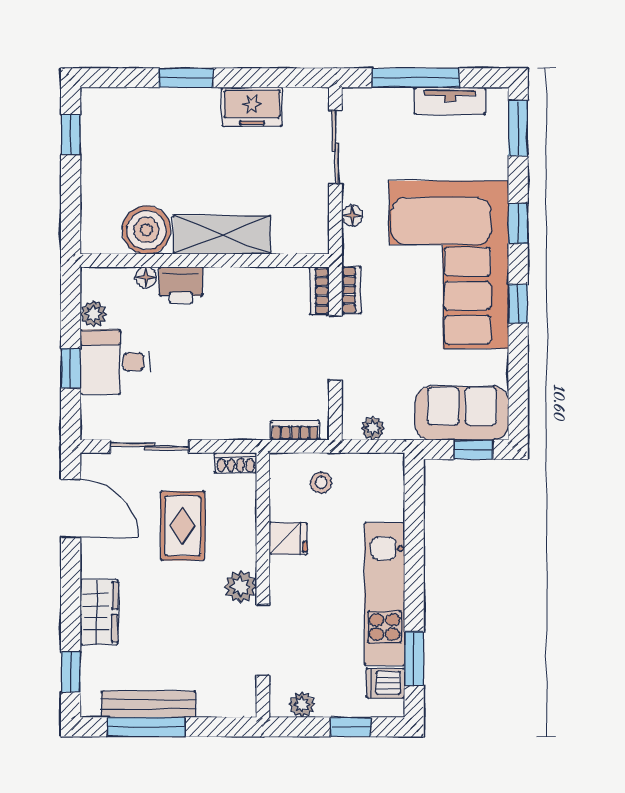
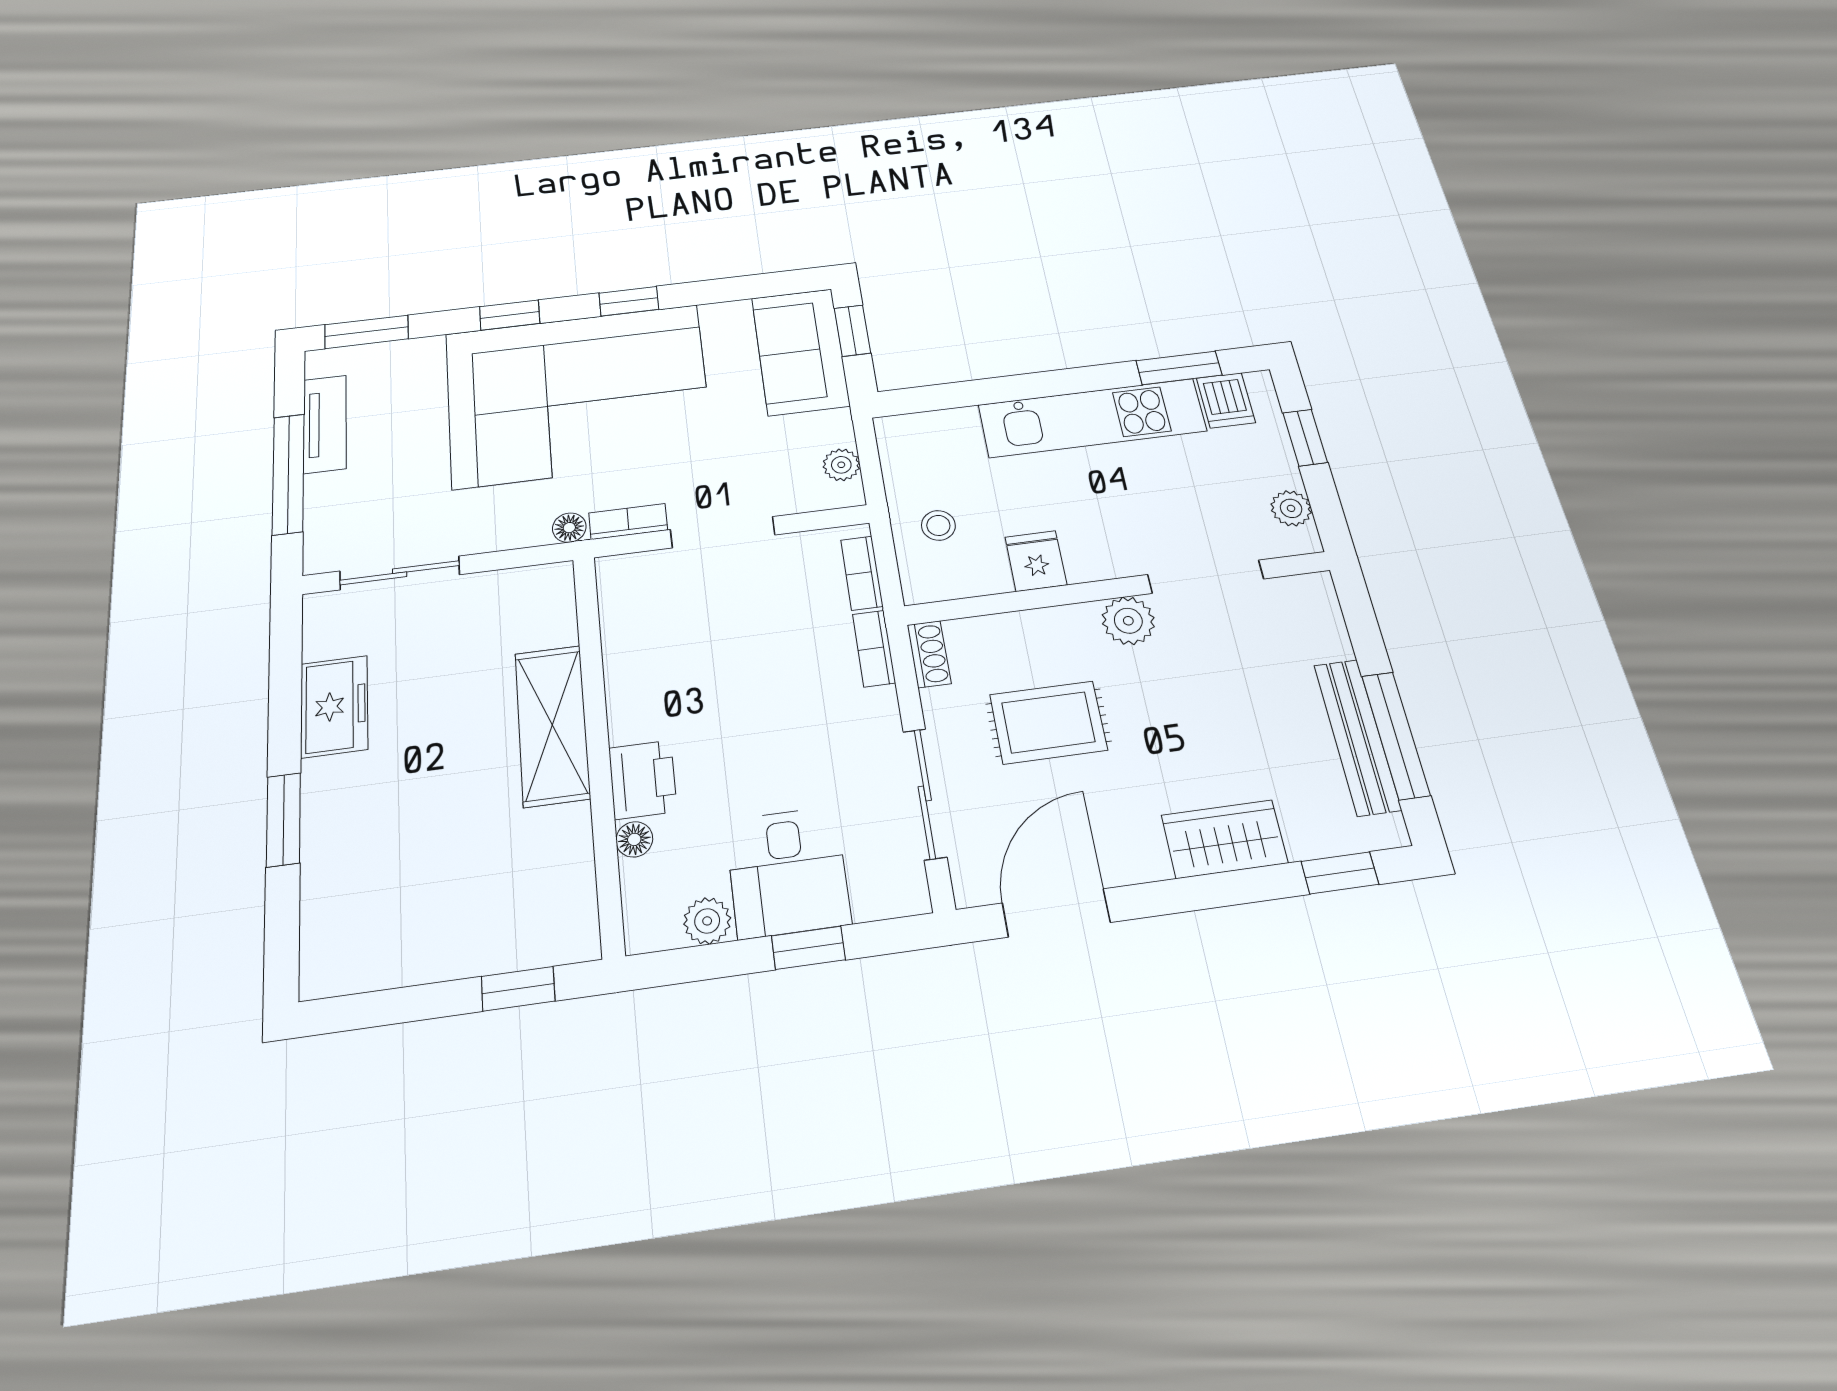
window: (71, 134) -> (518, 989), moved
floor lamp: (352, 215) -> (569, 528), moved
boiler: (147, 230) -> (552, 850), removed
bookcase: (319, 291) -> (874, 648), moved, turned 90

